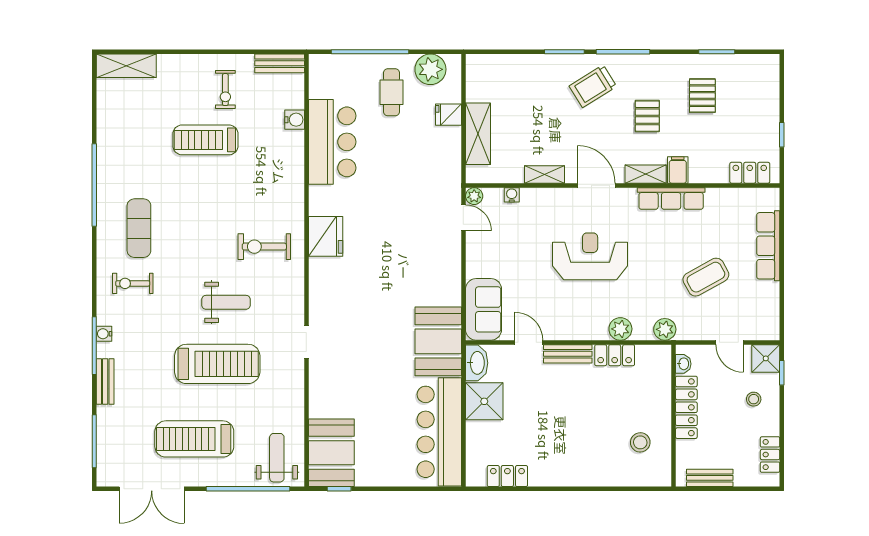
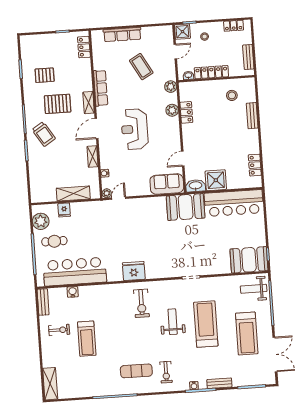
pallet: (647, 116) -> (58, 104), width x1.50, depth x1.42
bar counter: (332, 142) -> (75, 272), width x1.36
filing cabinet: (678, 170) -> (85, 86), removed
bench: (568, 354) -> (252, 116), moved

